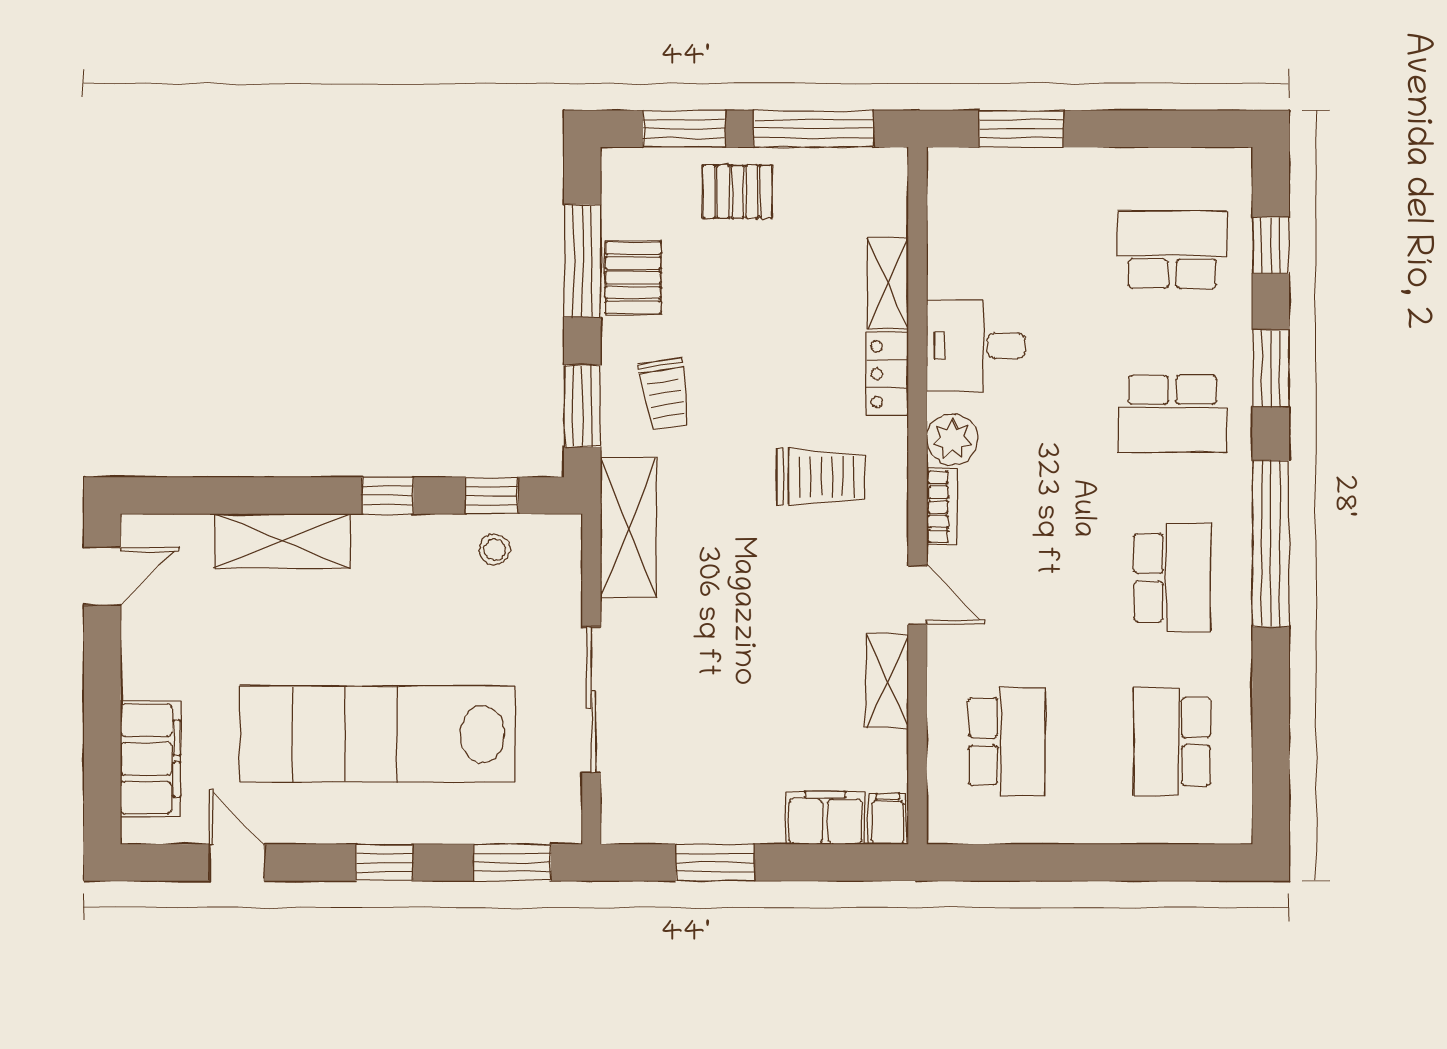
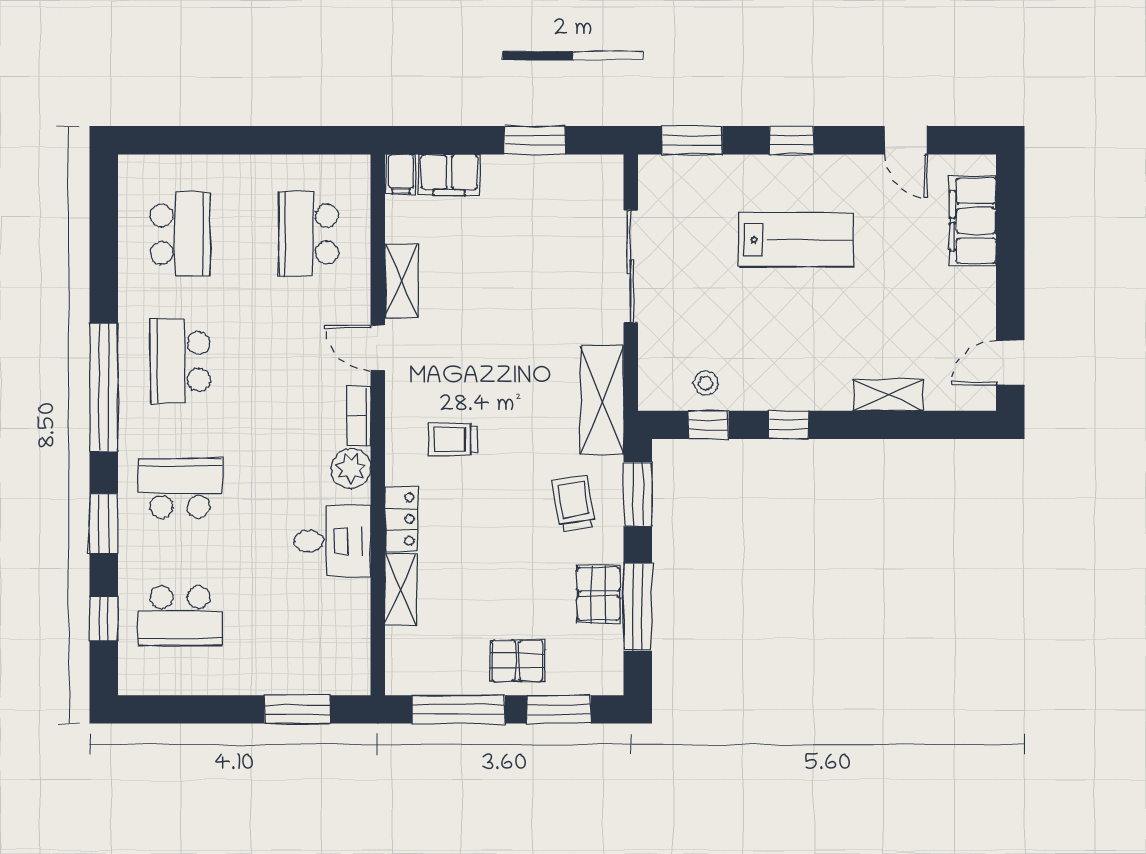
trolley: (821, 477) -> (453, 439), width x0.73, depth x0.72
shelving: (282, 541) -> (888, 395), width x0.67, depth x0.75
lab bench: (378, 734) -> (797, 240), width x0.54, depth x0.72

